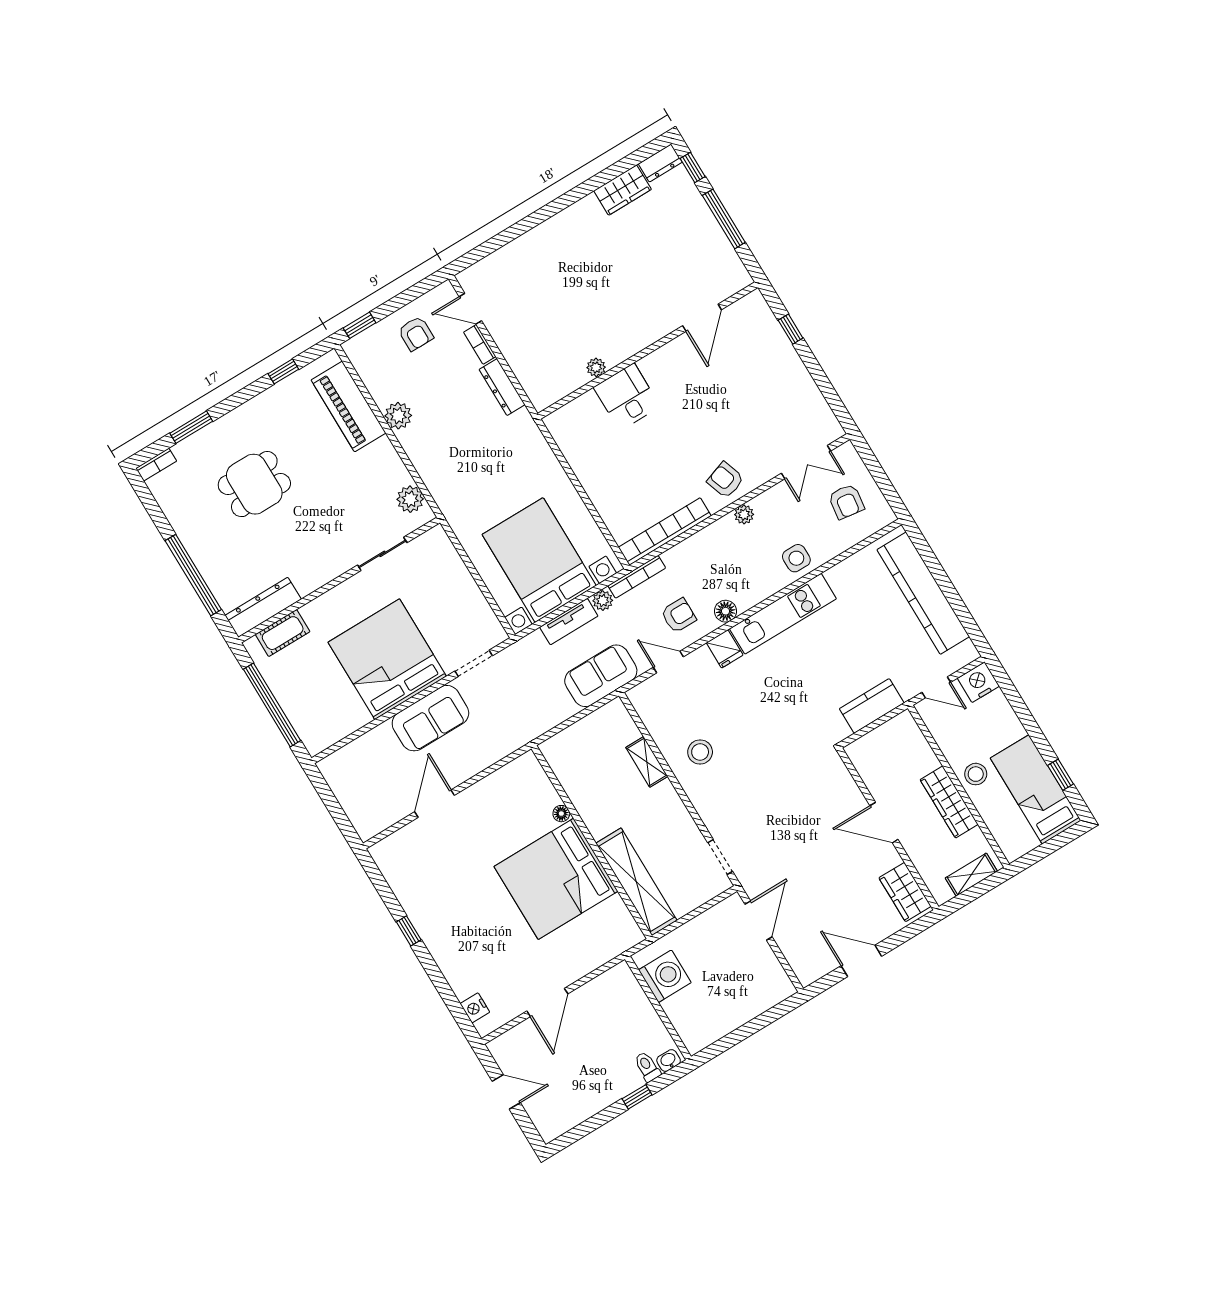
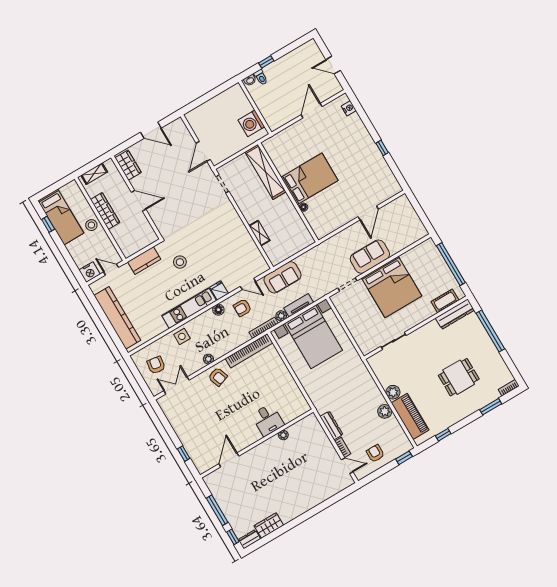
plant: (410, 499) -> (393, 392), moved
stool: (700, 752) -> (180, 262), moved
bed: (556, 879) -> (309, 179), width x0.73

